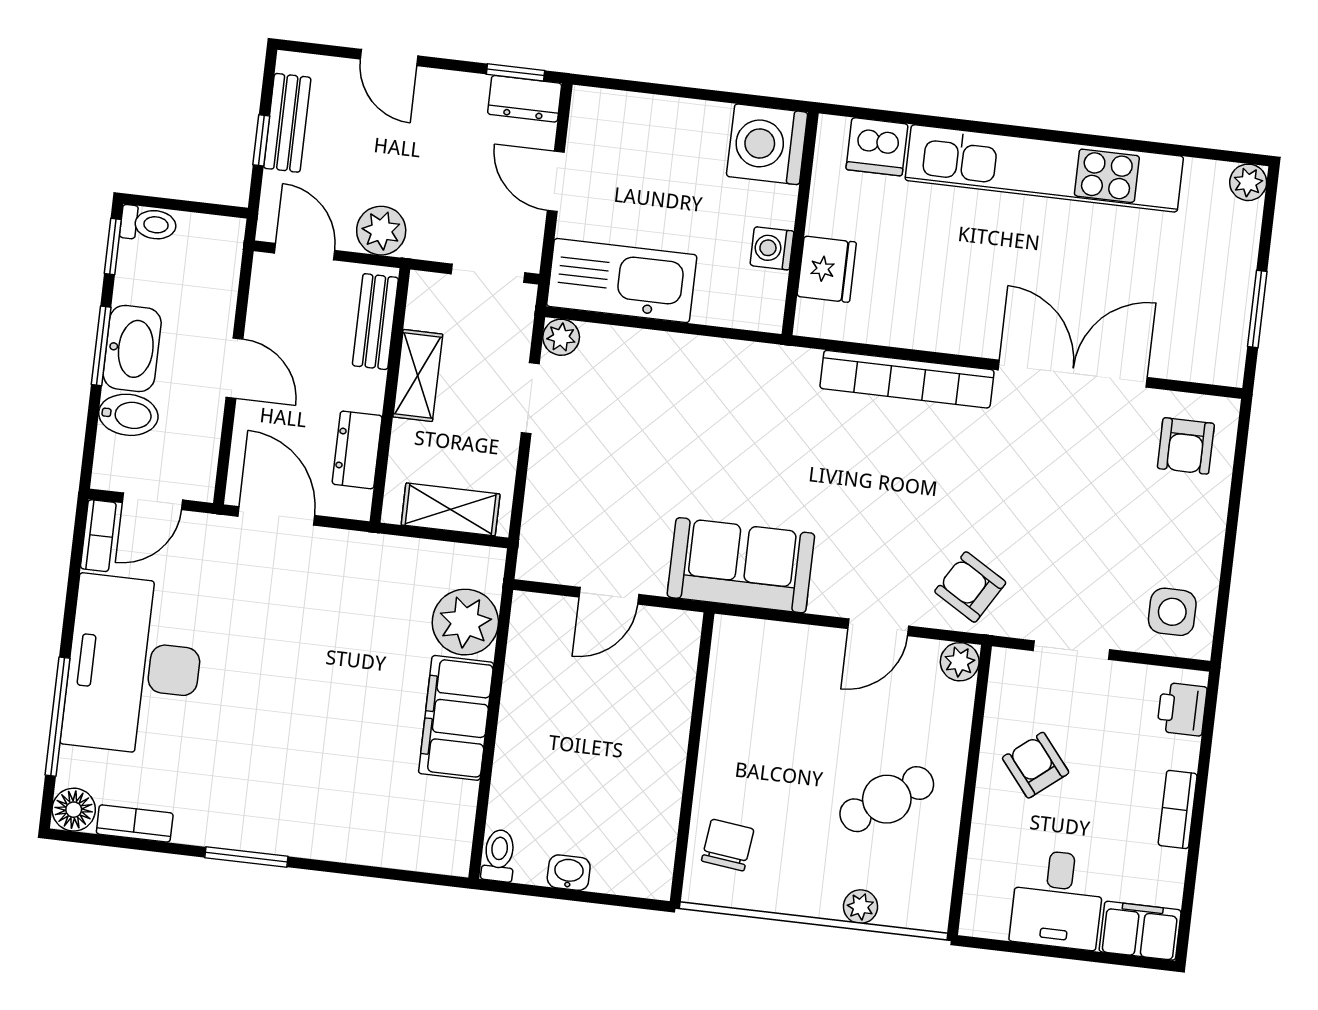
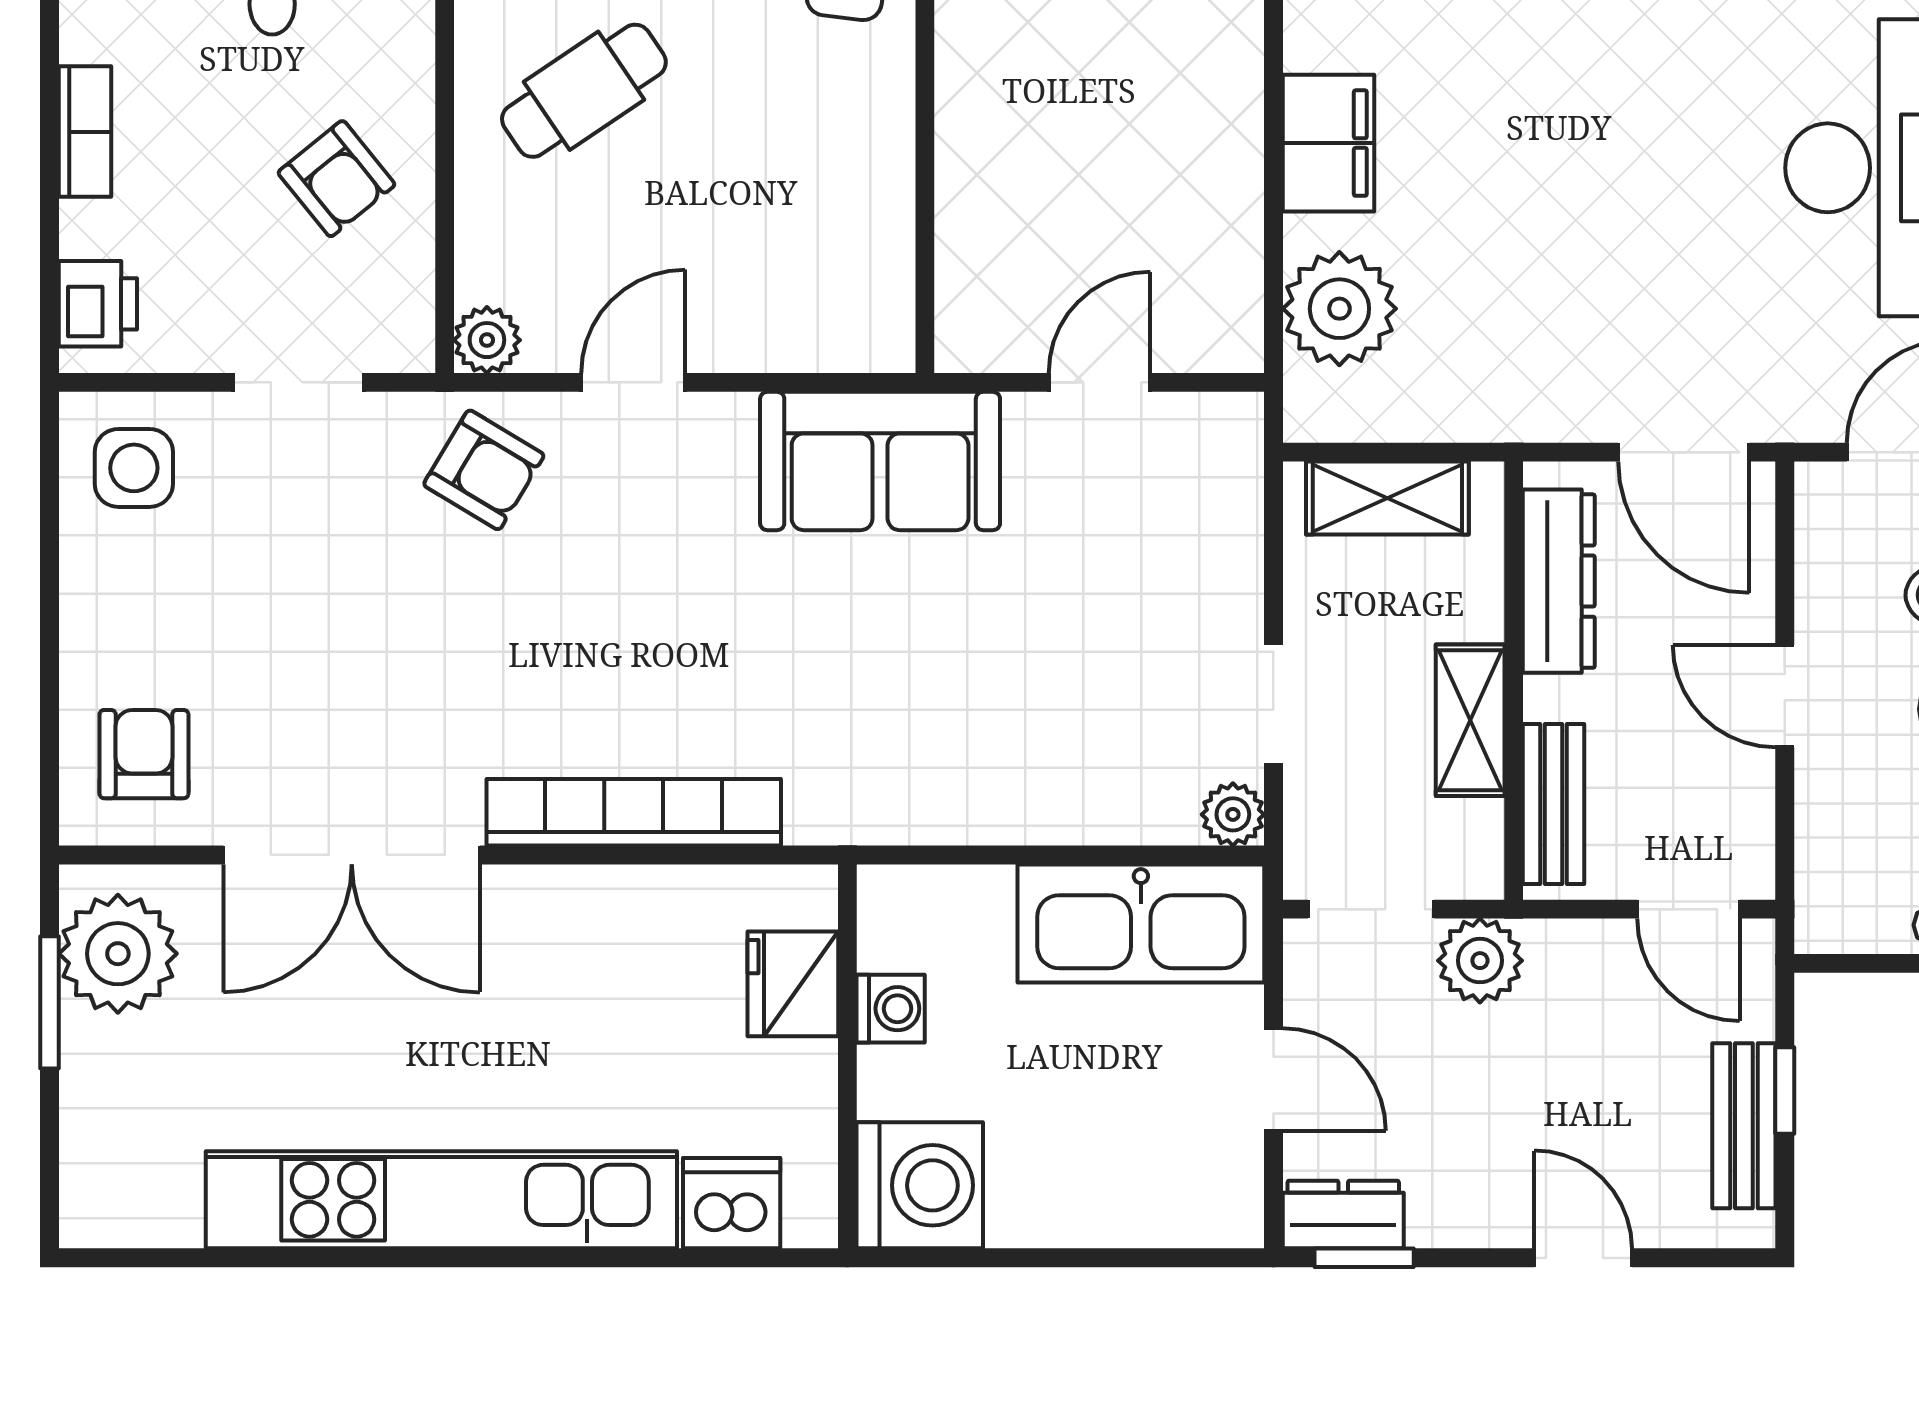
plant: (1248, 182) -> (118, 954), moved, width x1.88, depth x1.88
plant: (381, 231) -> (1480, 961), moved
dresser: (357, 450) -> (1559, 581), width x1.44
filing cabinet: (456, 718) -> (1328, 143), width x0.67, depth x0.86

